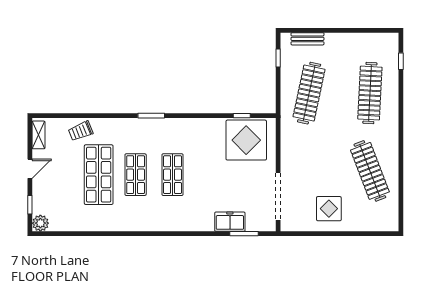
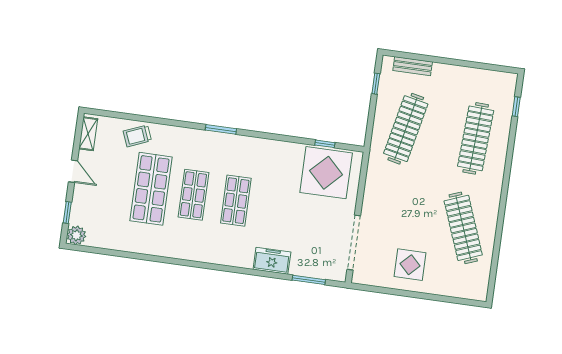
door: (30, 169) -> (73, 171), hinge flipped
freezer: (230, 222) -> (272, 261), moved

